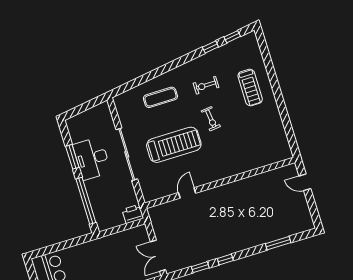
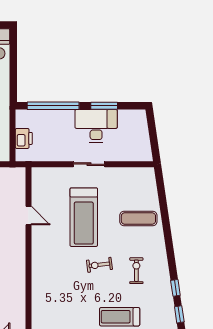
exercise mat: (160, 97) -> (138, 219), turned 90
sliding door: (127, 154) -> (89, 164), width x0.54
printer: (133, 214) -> (24, 138), moved

